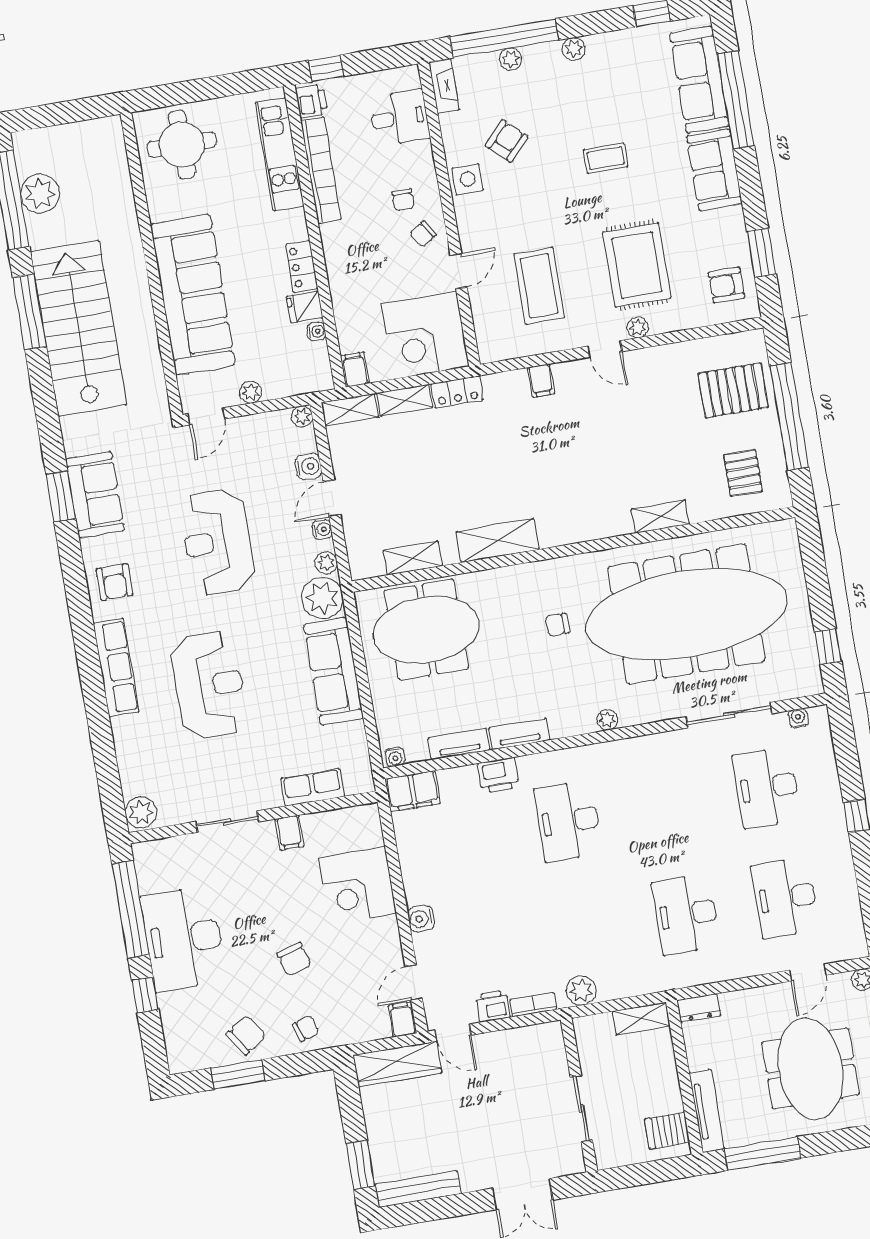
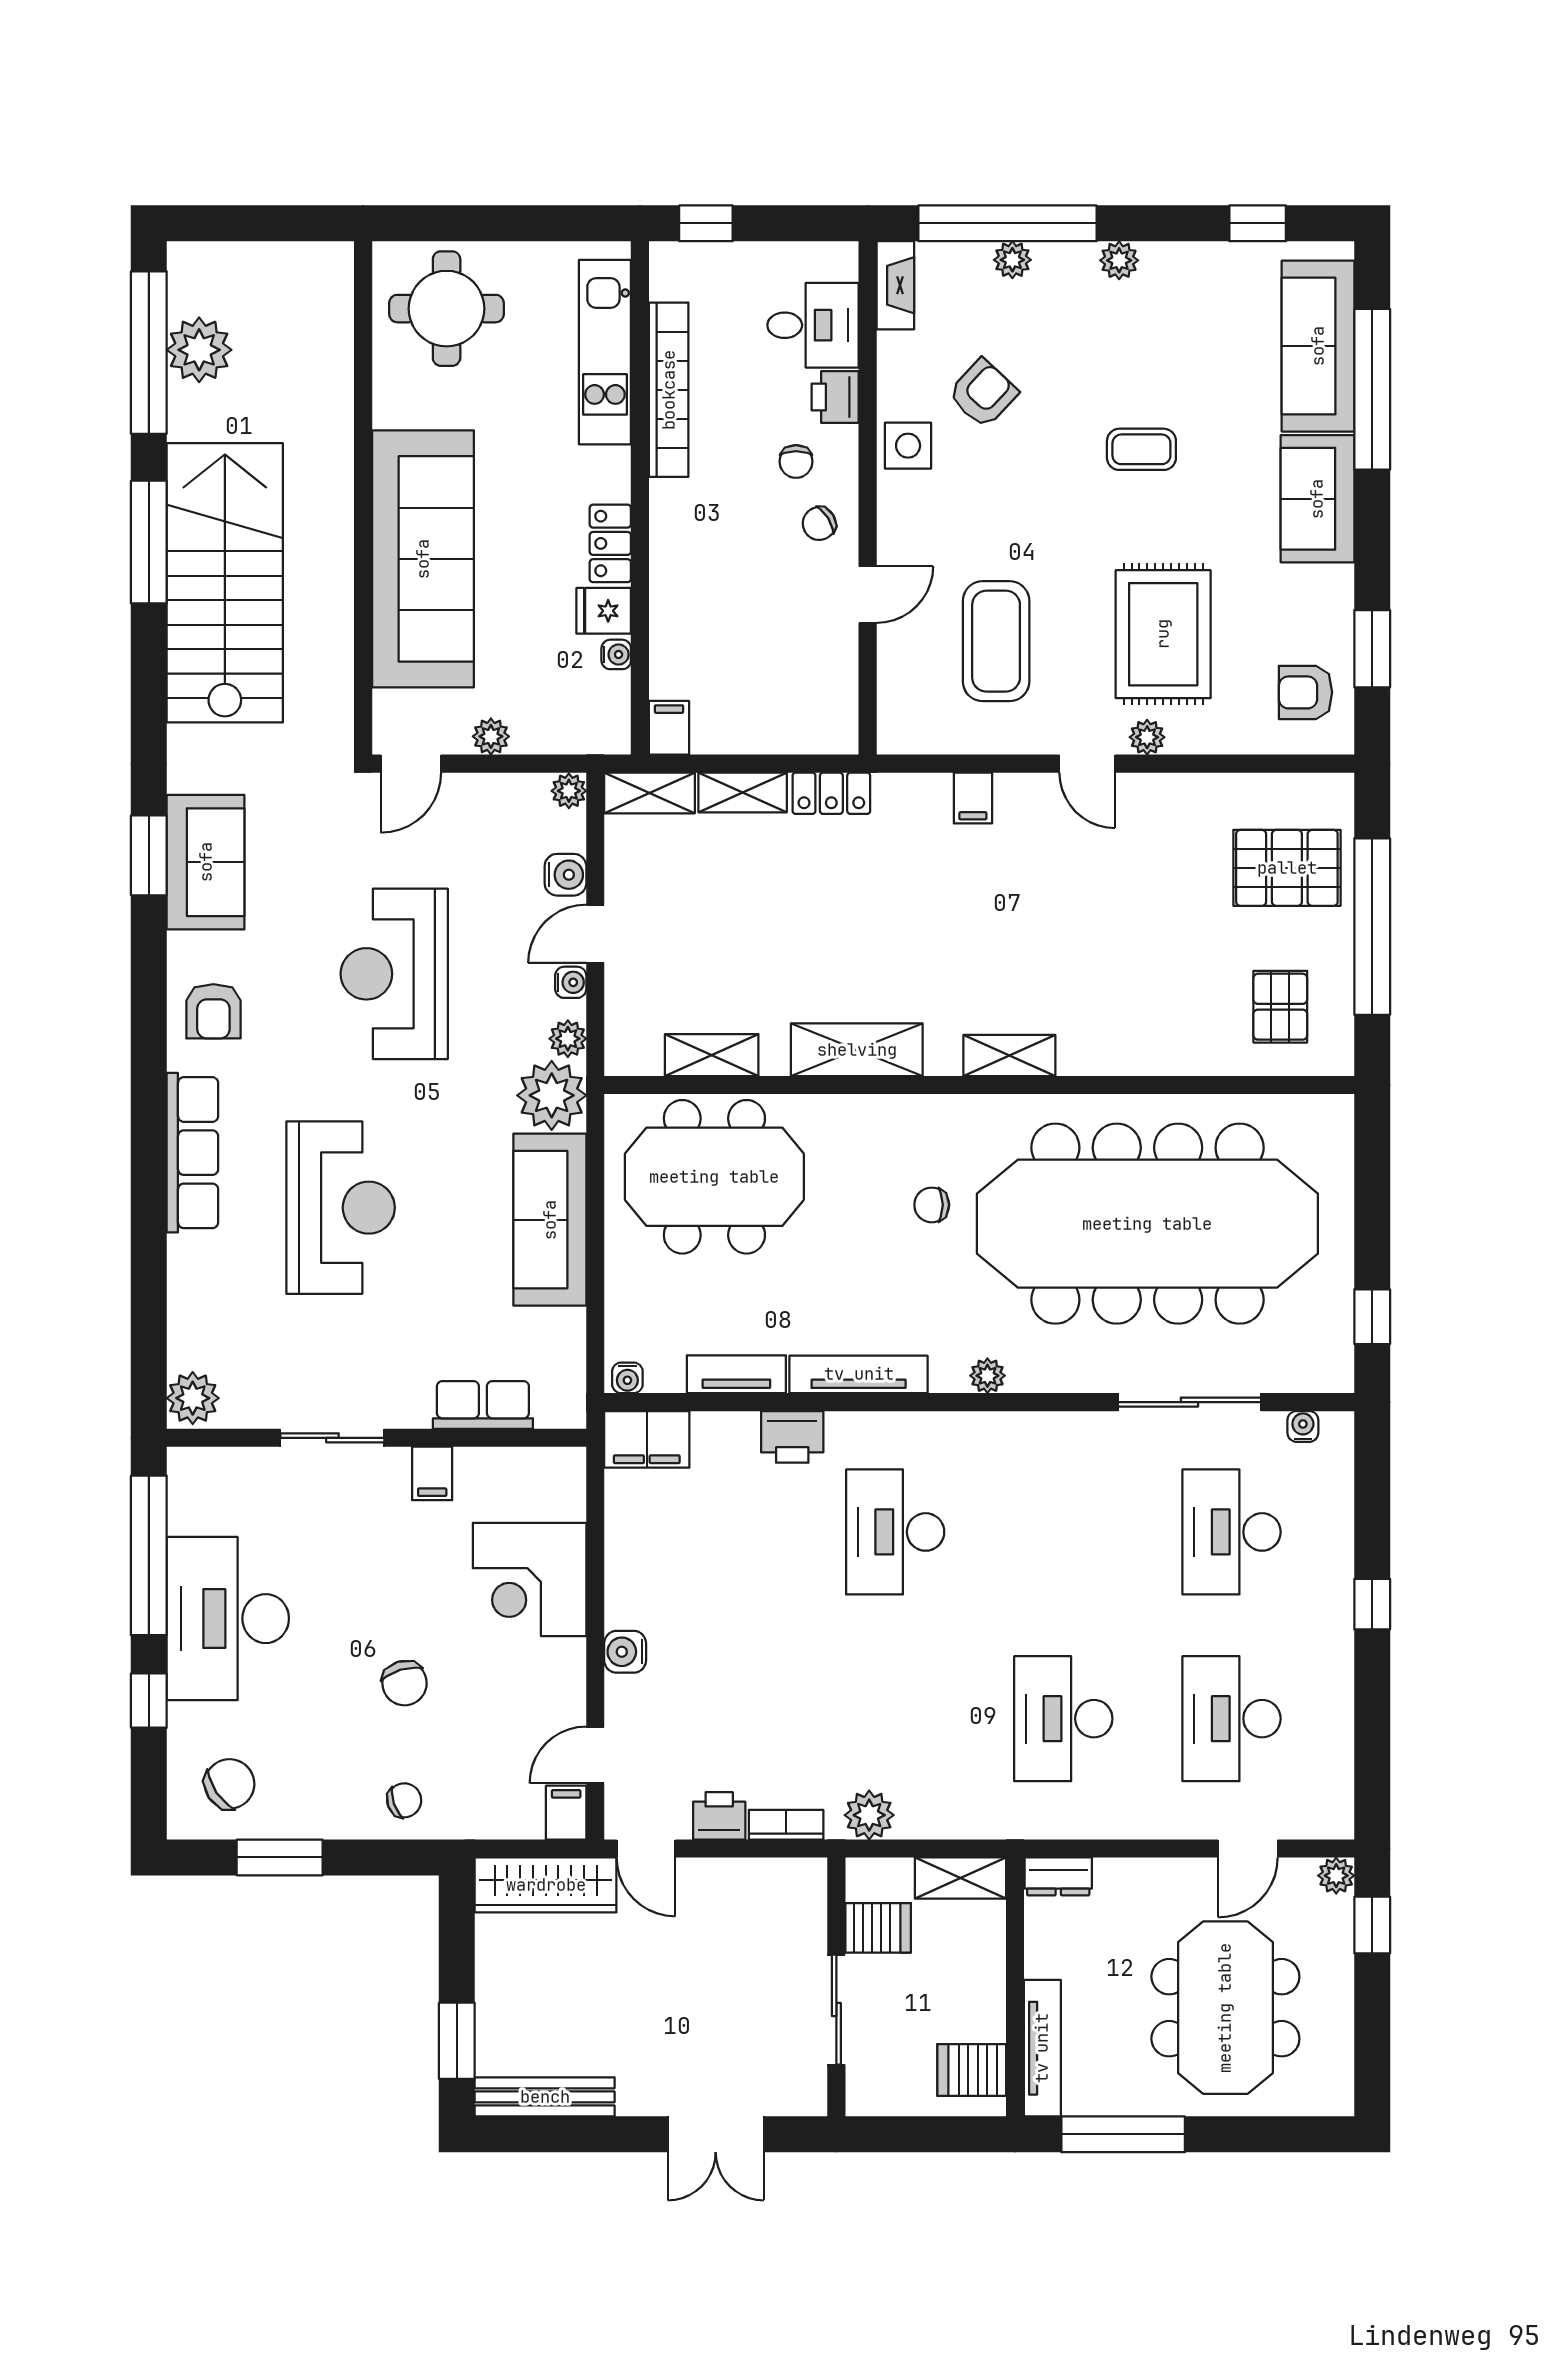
printer: (311, 101) -> (835, 397), moved, turned 180
corner desk: (425, 335) -> (795, 691), removed
shelving: (660, 517) -> (1009, 1055), moved
tv unit: (519, 734) -> (859, 1374), width x1.41
chair: (246, 1035) -> (230, 1784), moved
server rack: (598, 1056) -> (878, 1928), added

